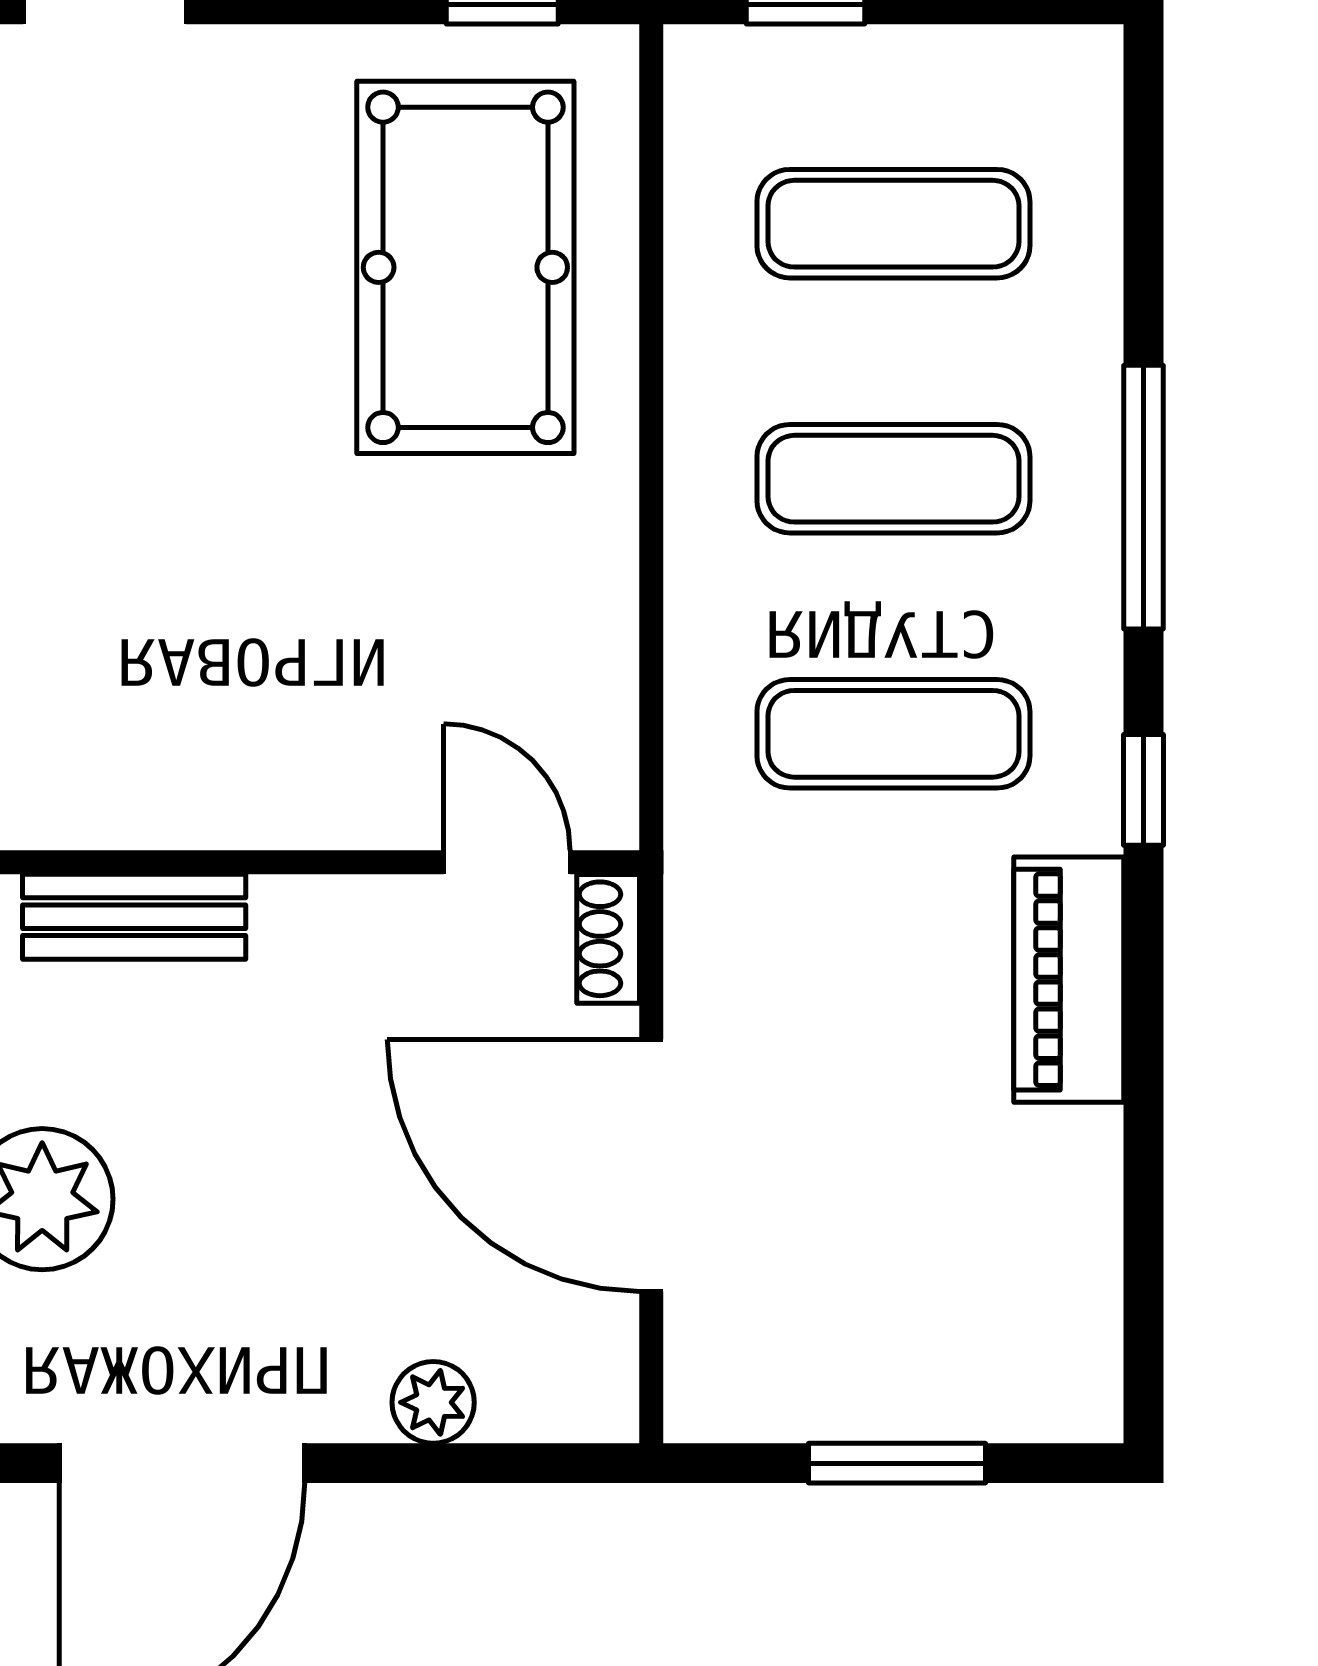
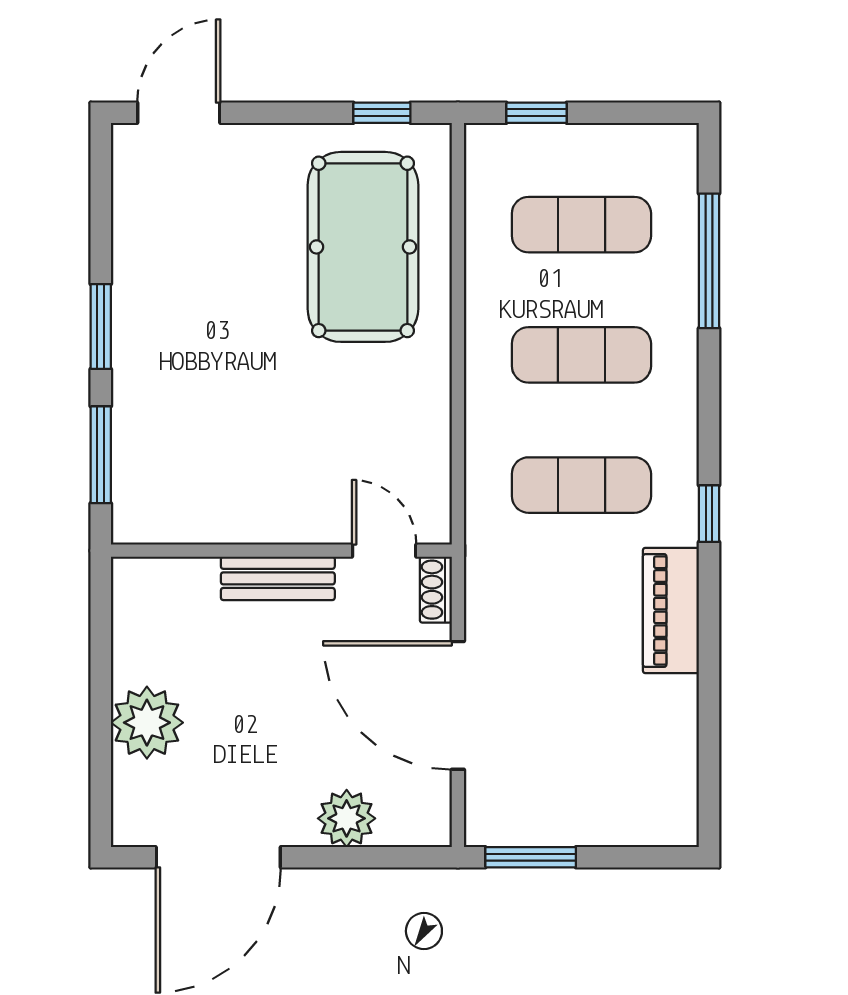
window: (1143, 497) -> (709, 261), moved
bench: (134, 917) -> (278, 578), moved
plant: (433, 1402) -> (347, 818), width x1.38, depth x1.38
window: (897, 1463) -> (531, 857), moved

